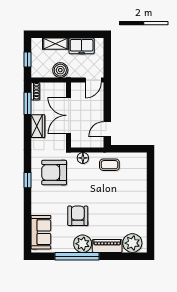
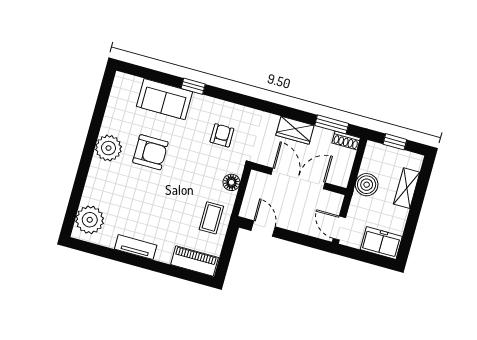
freezer: (82, 46) -> (381, 243), moved, turned 90
armchair: (54, 173) -> (222, 135), width x0.53, depth x0.53
window: (28, 180) -> (193, 86), moved
tv unit: (142, 208) -> (136, 247), added
sofa: (41, 232) -> (165, 99), moved
piano: (107, 246) -> (195, 261), moved, turned -90
window: (77, 256) -> (93, 135), removed

